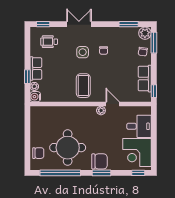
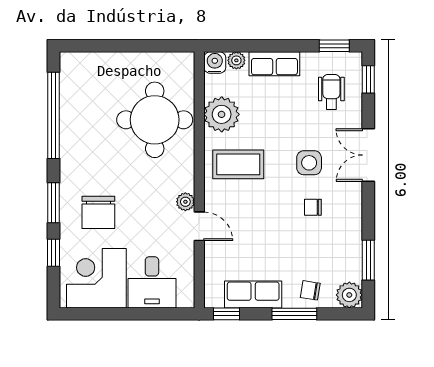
double door: (79, 24) -> (368, 155), swing flipped
window: (154, 43) -> (294, 314), moved
window: (27, 77) -> (334, 46), moved
plant: (60, 93) -> (222, 114), added
door: (113, 104) -> (199, 226), hinge flipped
round table: (68, 148) -> (155, 120), moved
chair: (38, 153) -> (95, 69), removed
chair: (99, 161) -> (98, 212), moved
window: (138, 173) -> (53, 253), moved

